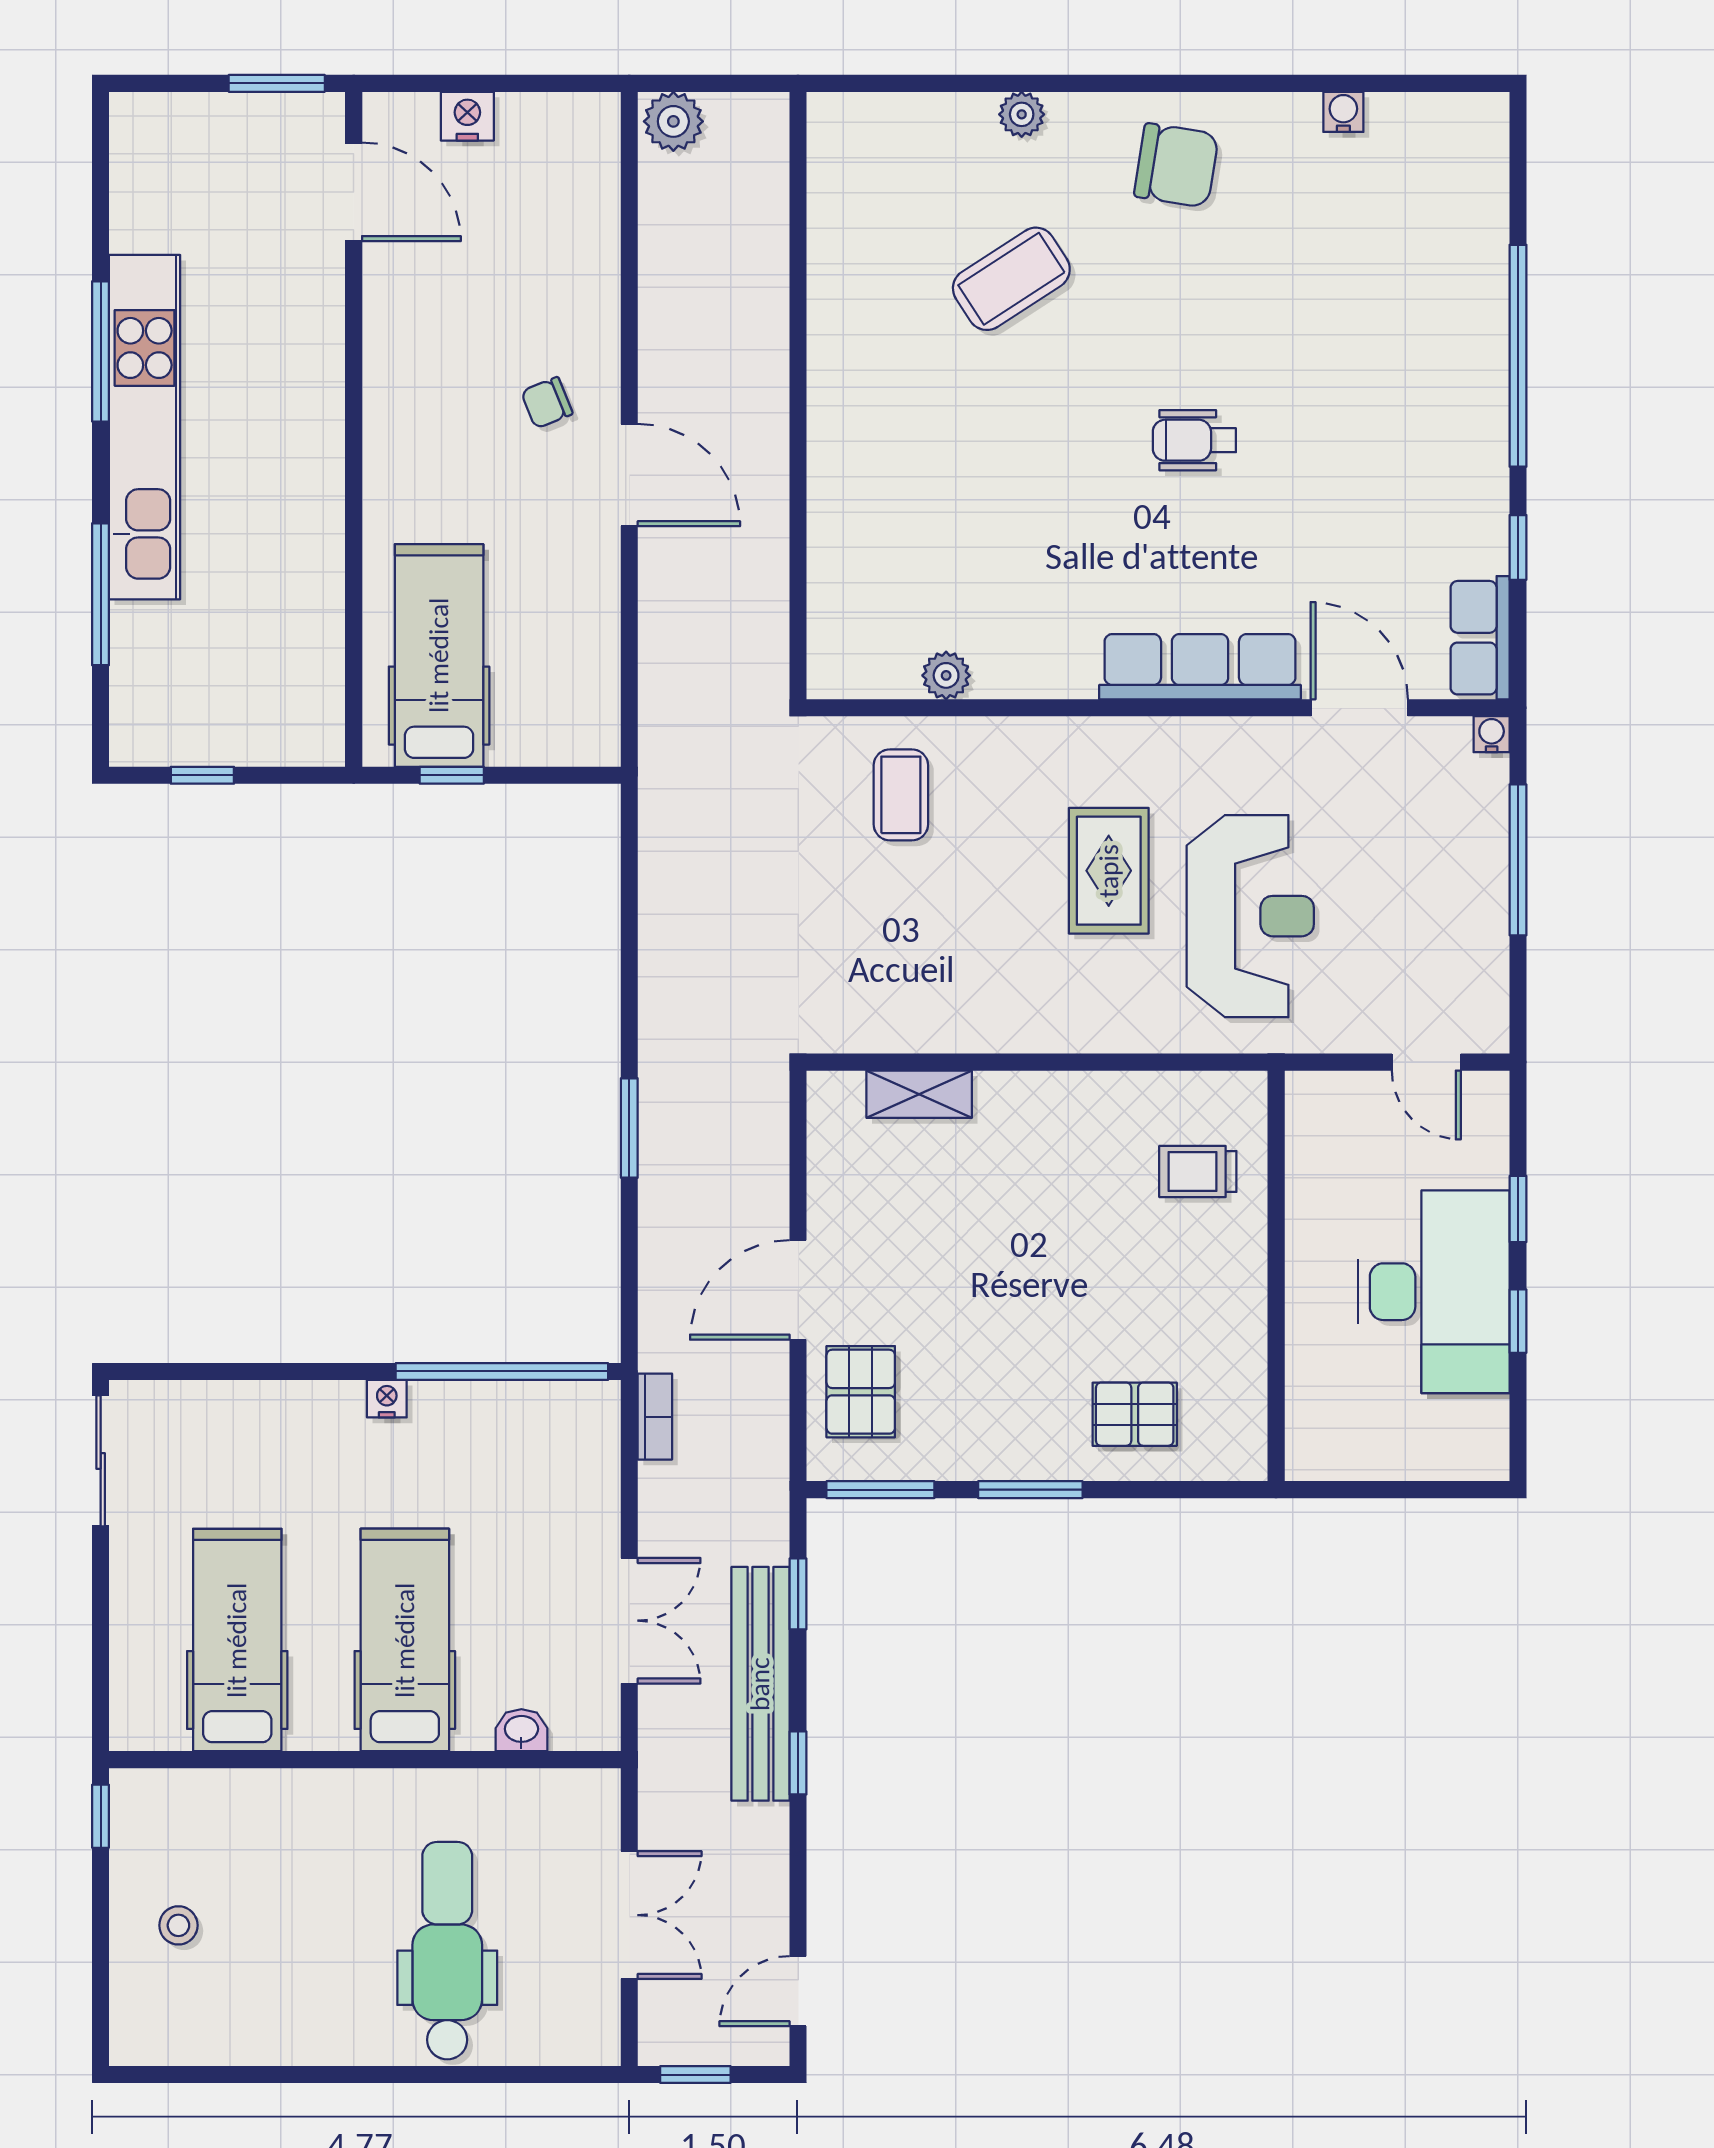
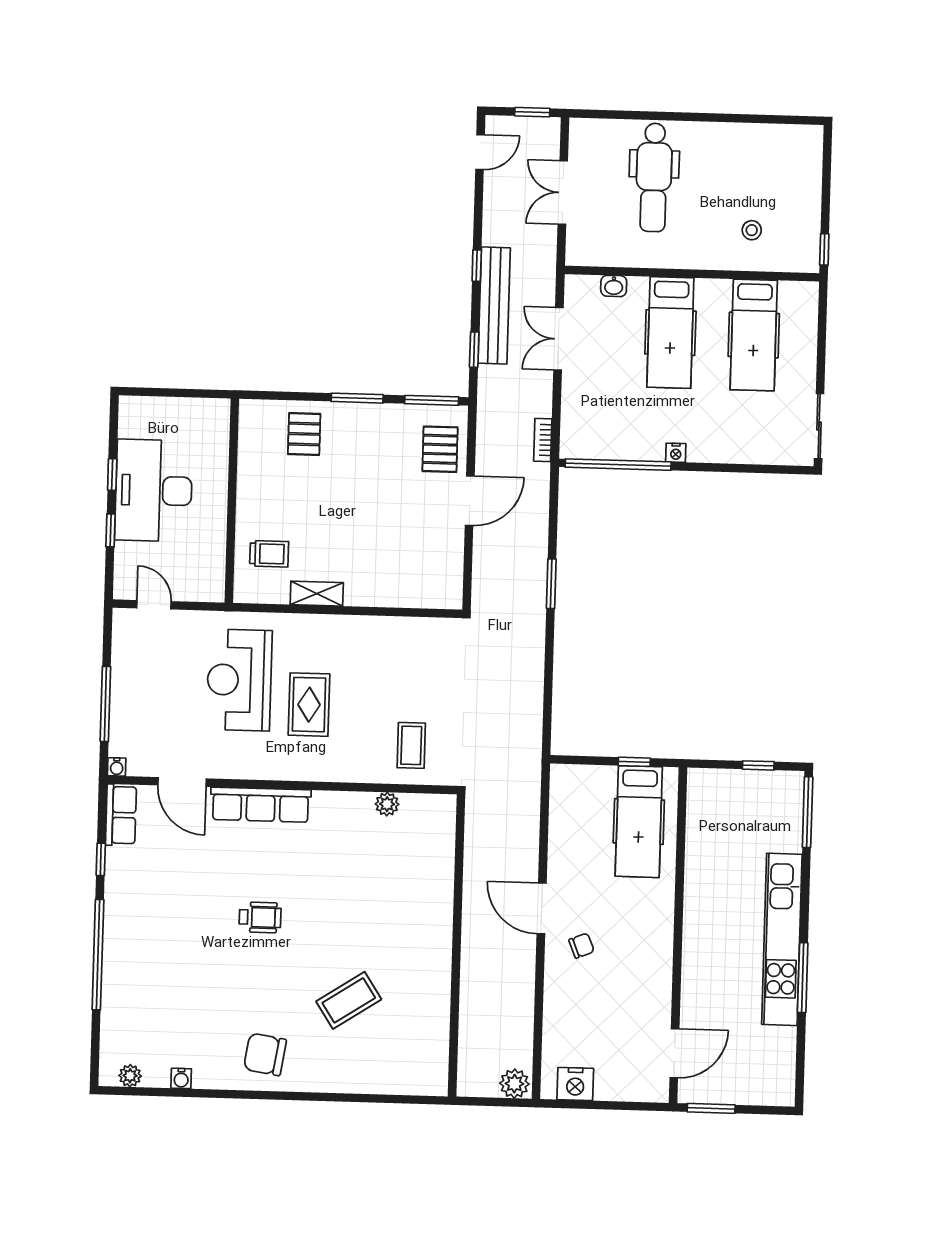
plant: (1022, 114) -> (130, 1076), moved
nightstand: (467, 116) -> (575, 1084), moved, width x1.36, depth x1.33
door: (354, 192) -> (674, 1053), swing flipped
window: (101, 594) -> (808, 812), moved
shelving: (919, 1094) -> (317, 594), moved
pallet: (1135, 1414) -> (304, 434), turned 90
stool: (178, 1925) -> (752, 230), moved

